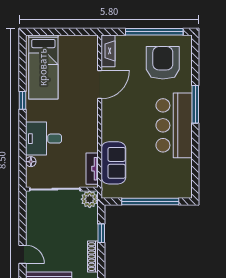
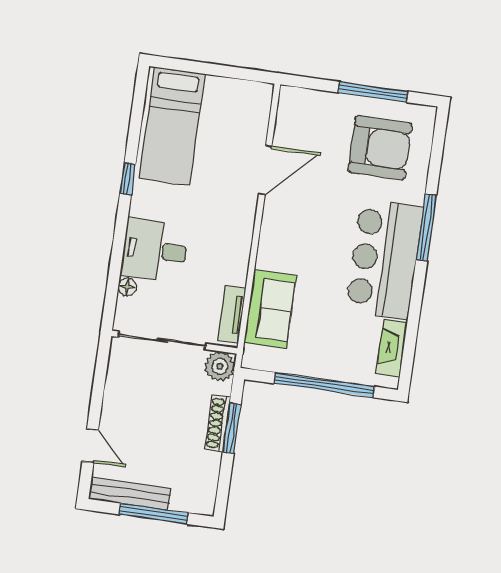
window: (154, 32) -> (373, 92), width x0.68
fireplace: (108, 51) -> (392, 348), moved, turned 180
armchair: (163, 63) -> (380, 148), turned 90
window: (101, 233) -> (232, 428), width x1.50
shoe rack: (93, 257) -> (218, 423), moved

